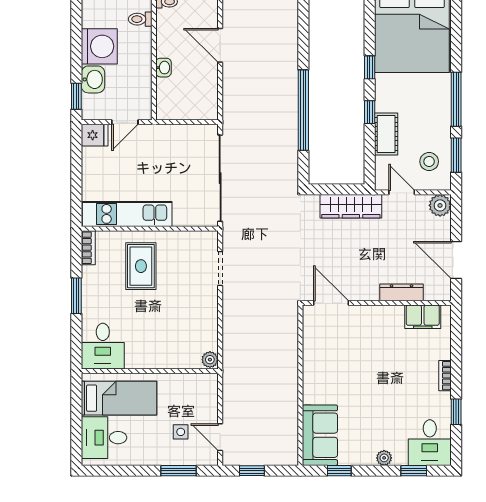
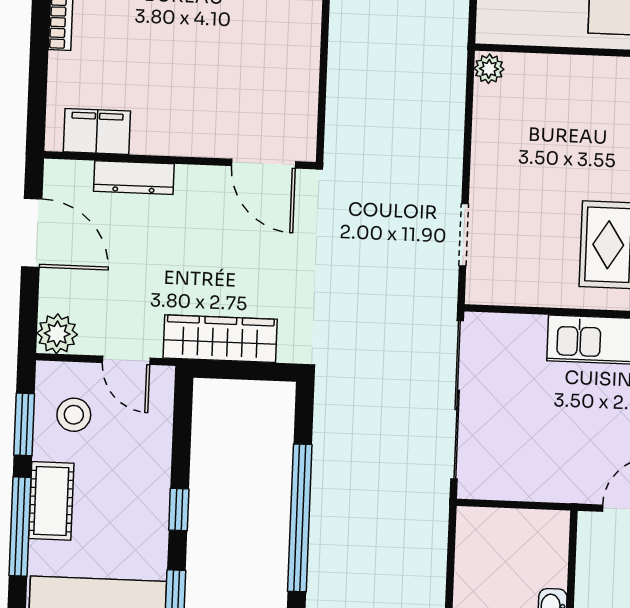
cot: (386, 134) -> (51, 501), moved

